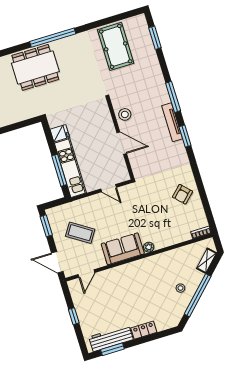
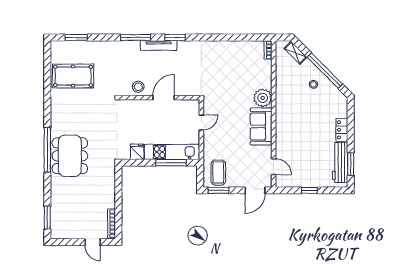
window: (53, 38) -> (47, 150), moved
armchair: (182, 194) -> (228, 56), removed
coffee table: (80, 233) -> (218, 173), moved, turned -33
plant: (149, 247) -> (263, 98), width x1.88, depth x1.88

